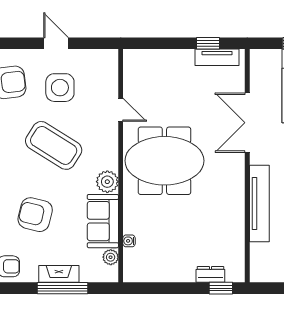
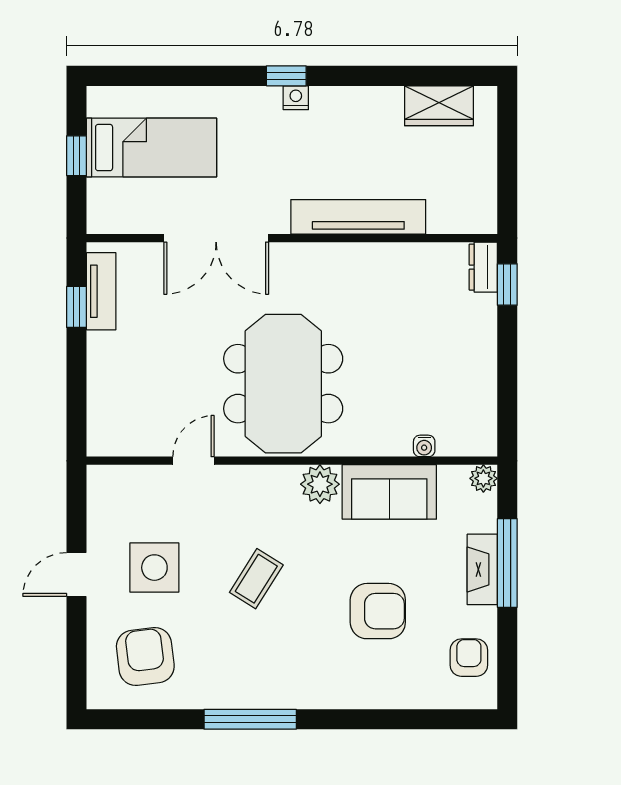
coffee table: (54, 145) -> (256, 579), width x0.54, depth x0.58
armchair: (35, 215) -> (378, 611), turned -104
plant: (111, 257) -> (483, 478), moved
dresser: (210, 274) -> (483, 267), moved

